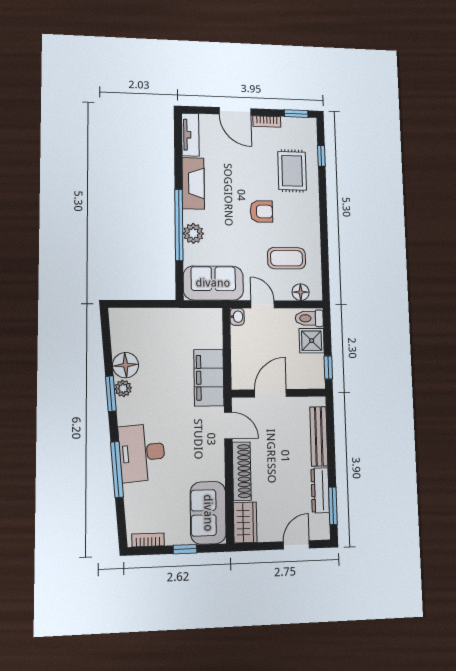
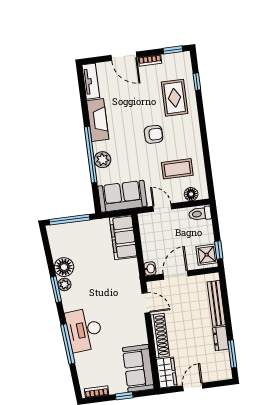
window: (141, 304) -> (69, 220), added
washbasin: (237, 317) -> (150, 269), moved
shower: (312, 341) -> (207, 255), moved
filing cabinet: (209, 378) -> (123, 237), moved
dresser: (320, 490) -> (221, 338), width x0.70
door: (296, 545) -> (193, 387), moved

